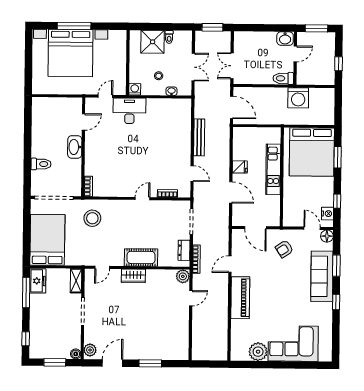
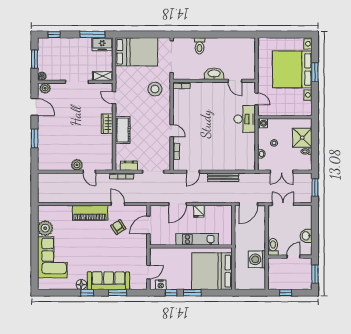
window: (74, 26) -> (315, 72), width x0.69
washbasin: (285, 39) -> (306, 236), moved
door: (295, 54) -> (293, 257), swing flipped
window: (338, 157) -> (192, 293), moved
floor lamp: (327, 236) -> (81, 285), moved
armchair: (284, 249) -> (118, 227), moved
plant: (183, 276) -> (77, 165), moved

